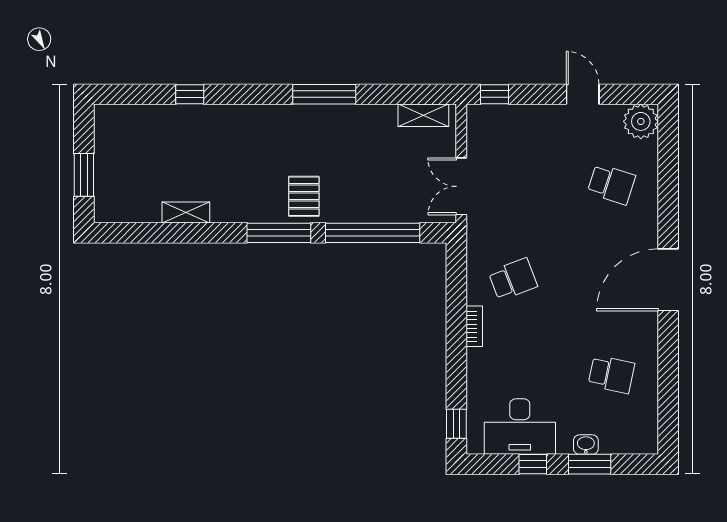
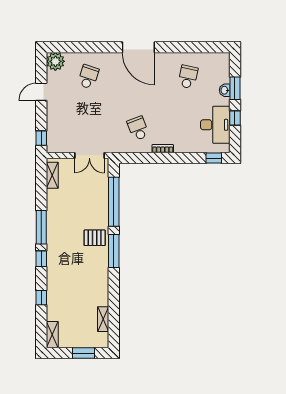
window: (264, 94) -> (41, 259), added
shelving: (119, 115) -> (52, 335), added
shelving: (186, 213) -> (103, 319), moved

